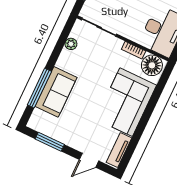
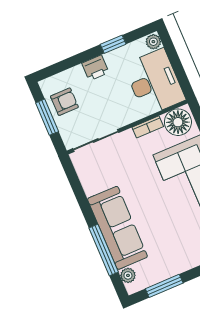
plant: (71, 44) -> (128, 275), moved
sofa: (56, 92) -> (117, 228), width x1.36

